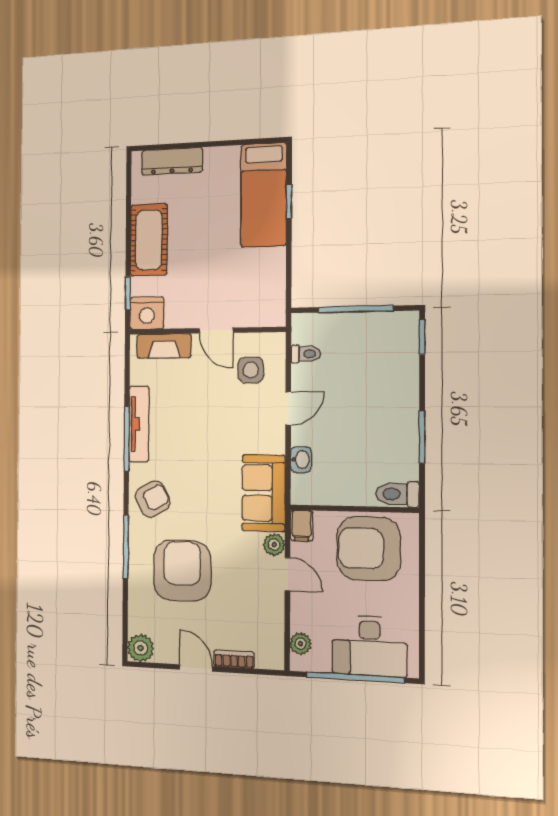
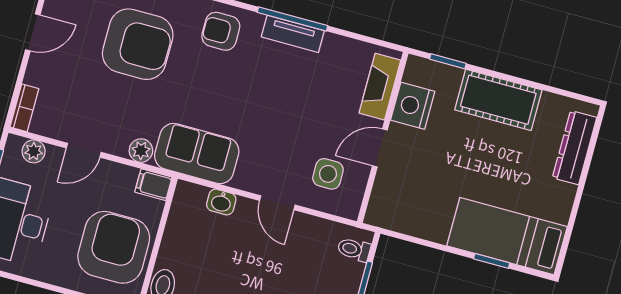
nightstand: (147, 313) -> (413, 106), moved
toilet: (306, 354) -> (354, 249), moved, turned 90
tv unit: (139, 424) -> (293, 34), width x0.71
armchair: (153, 499) -> (221, 31), turned 118
door: (287, 574) -> (84, 150), moved
bookcase: (234, 659) -> (24, 108), moved

